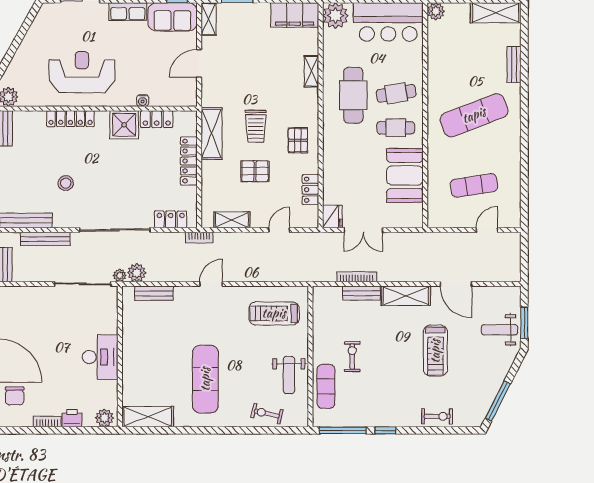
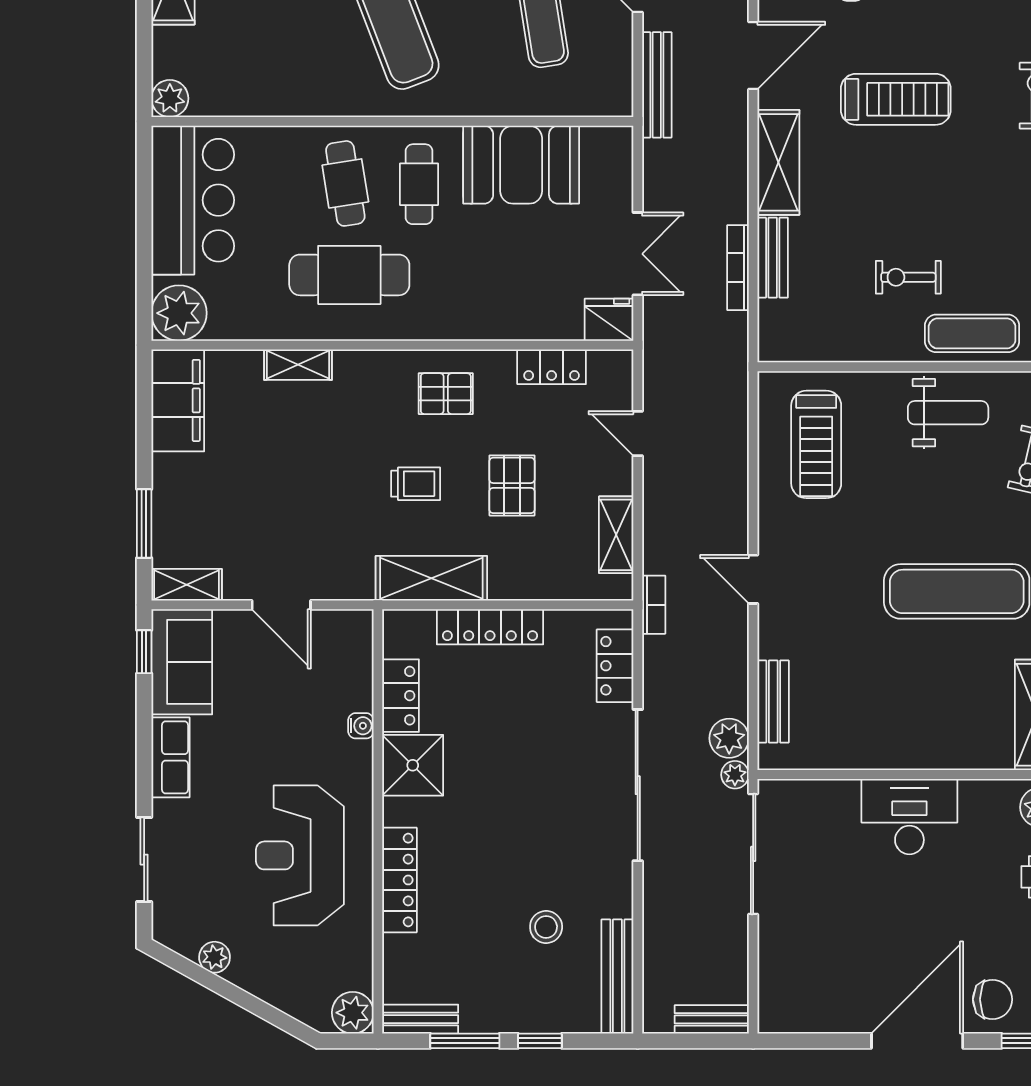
plant: (34, 32) -> (215, 957), added
trolley: (256, 126) -> (416, 484), width x0.73, depth x0.72
stool: (66, 183) -> (546, 927), moved
bench: (45, 239) -> (657, 85), moved

